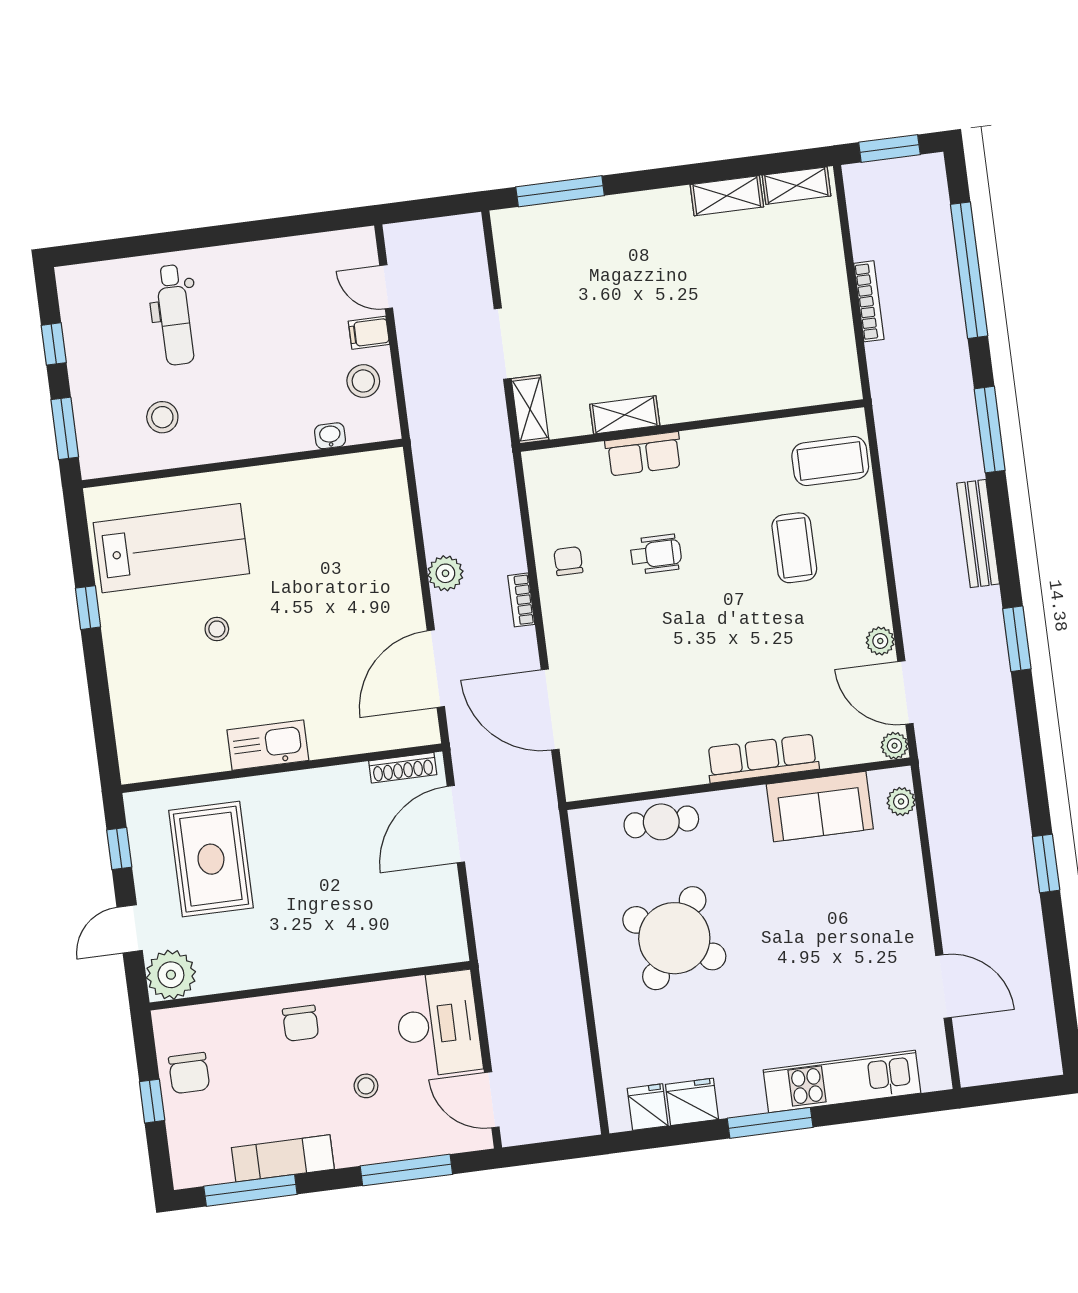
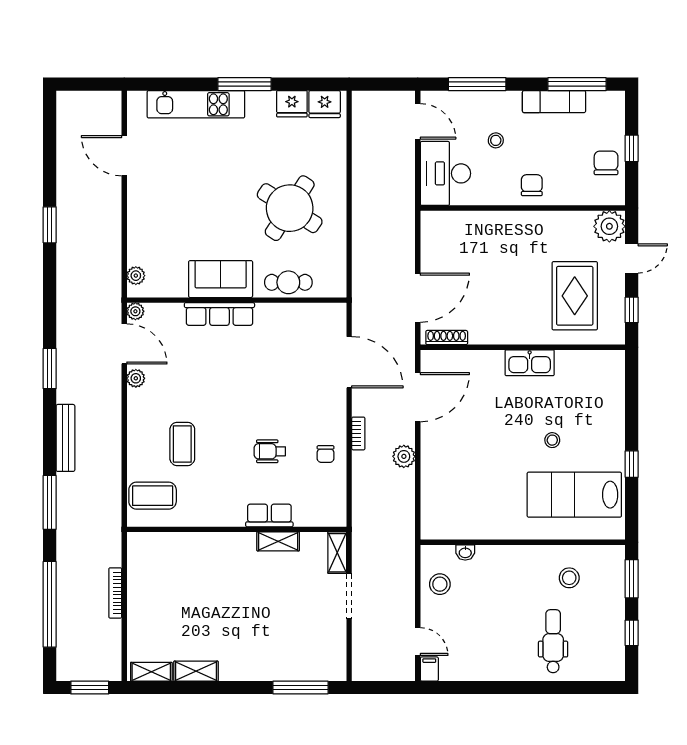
filing cabinet: (369, 333) -> (429, 669), moved, turned -90
sofa: (820, 807) -> (221, 279), moved
fridge: (648, 1107) -> (325, 104), width x1.38

